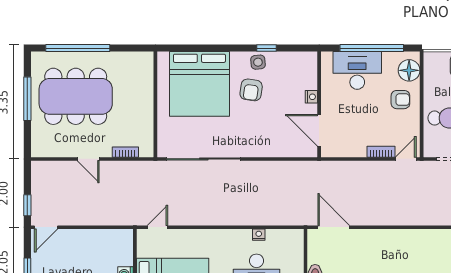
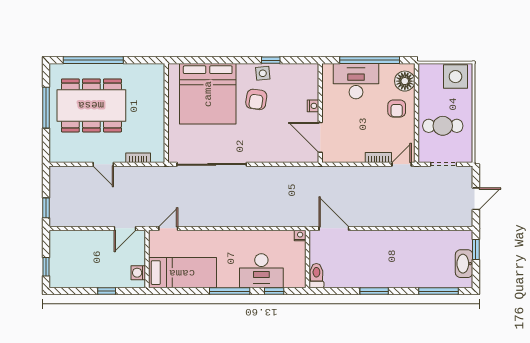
armchair: (400, 100) -> (397, 108), turned 90
door: (46, 227) -> (125, 228), moved
nightstand: (259, 235) -> (300, 235), moved

